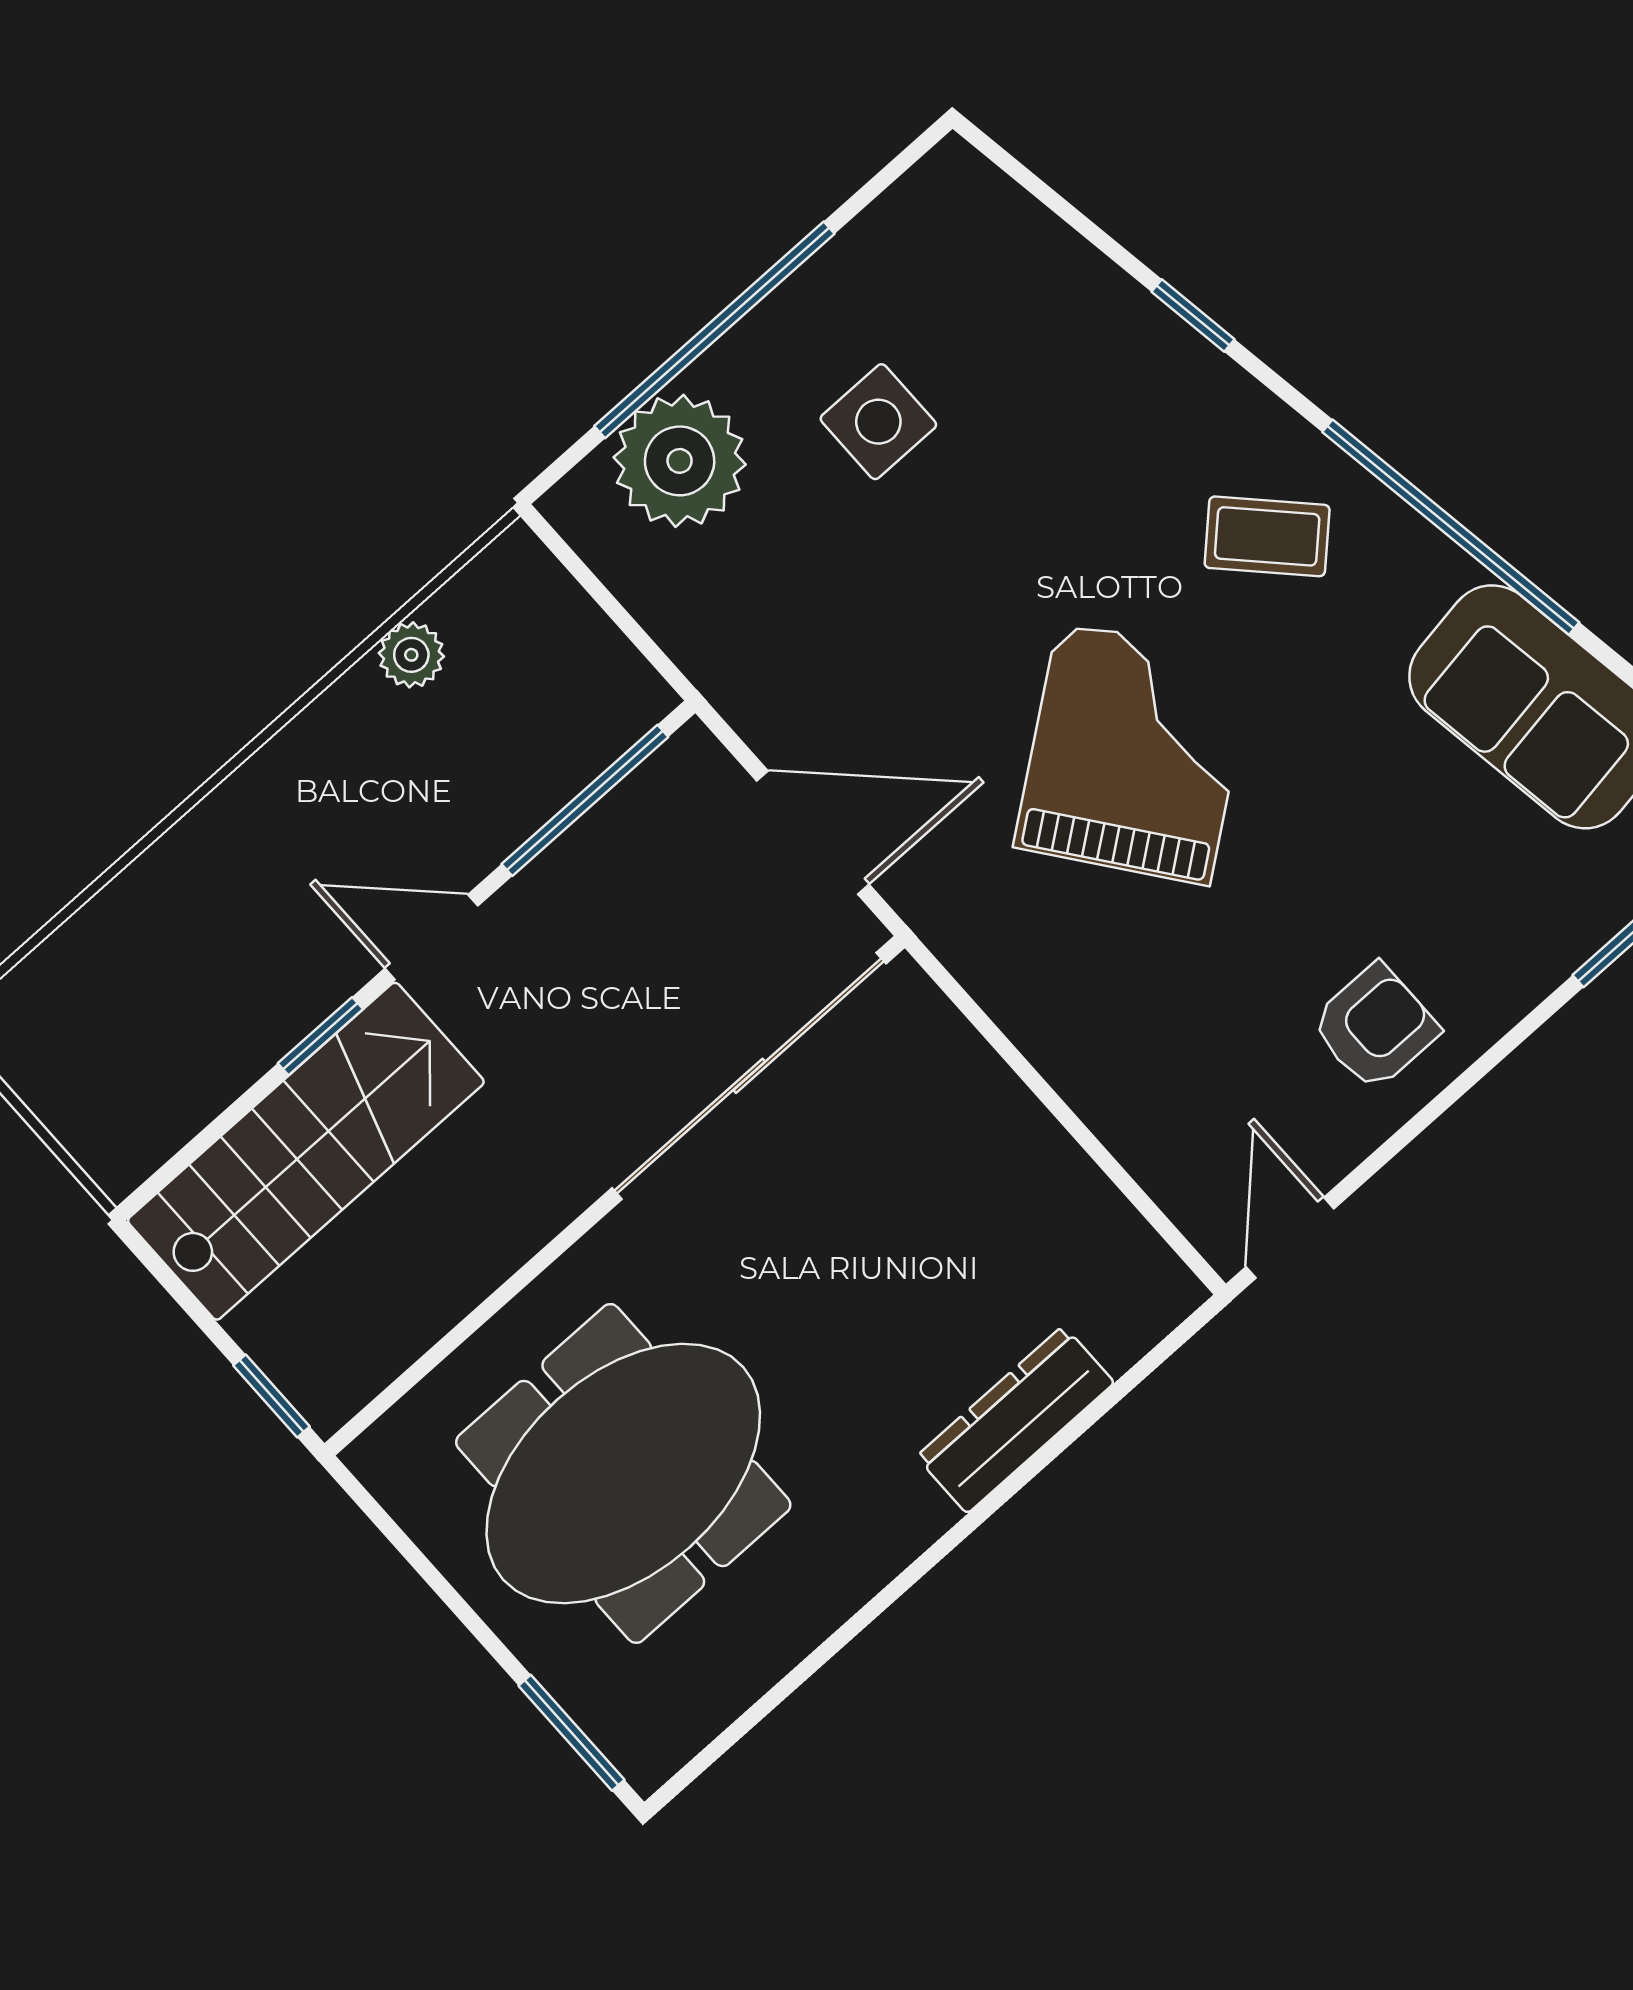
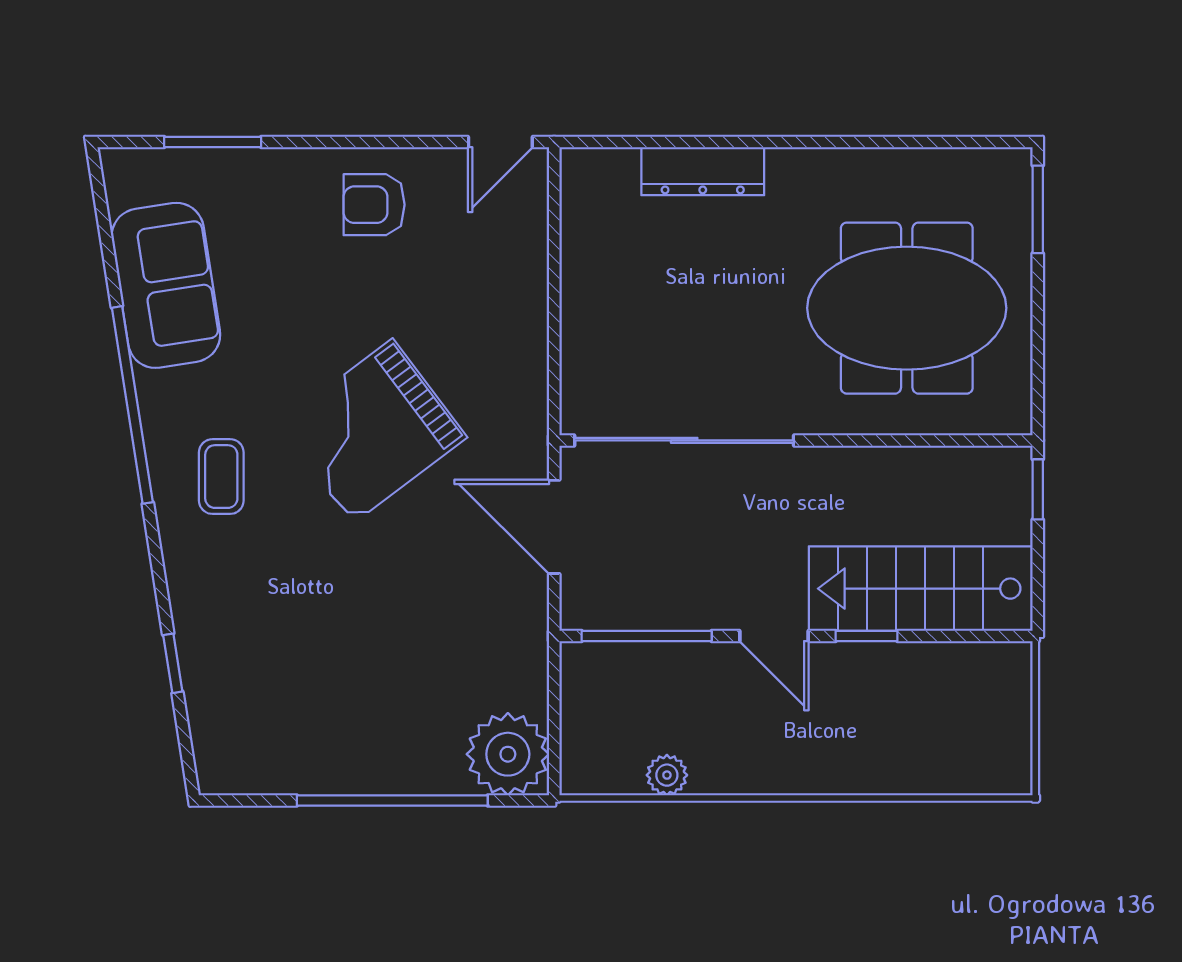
window: (1193, 315) -> (173, 663), moved
side table: (878, 422) -> (354, 690), removed
plant: (680, 461) -> (508, 754), moved
coffee table: (1267, 536) -> (221, 477), turned 44

